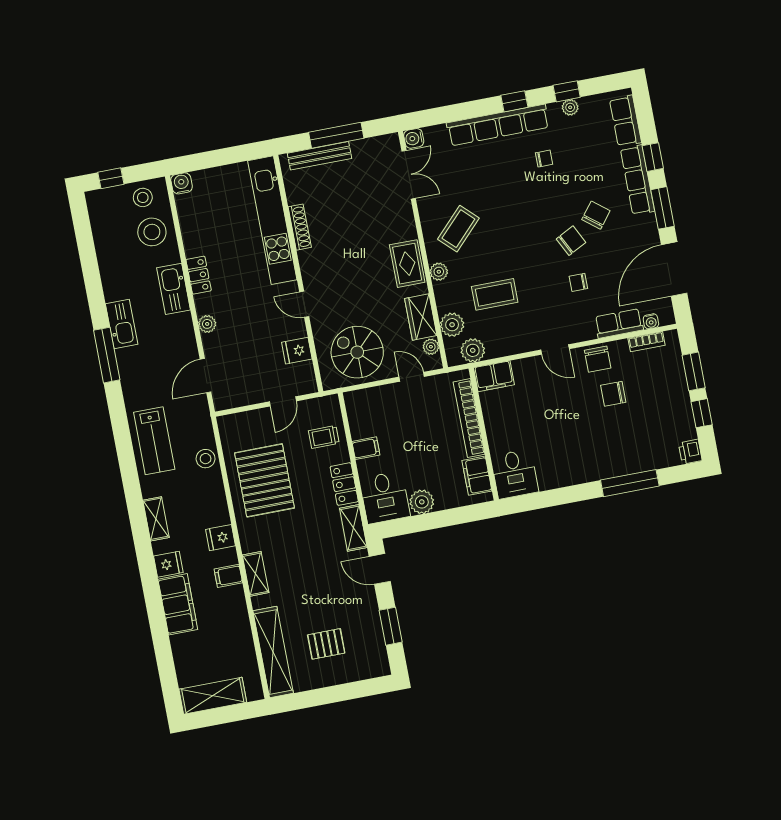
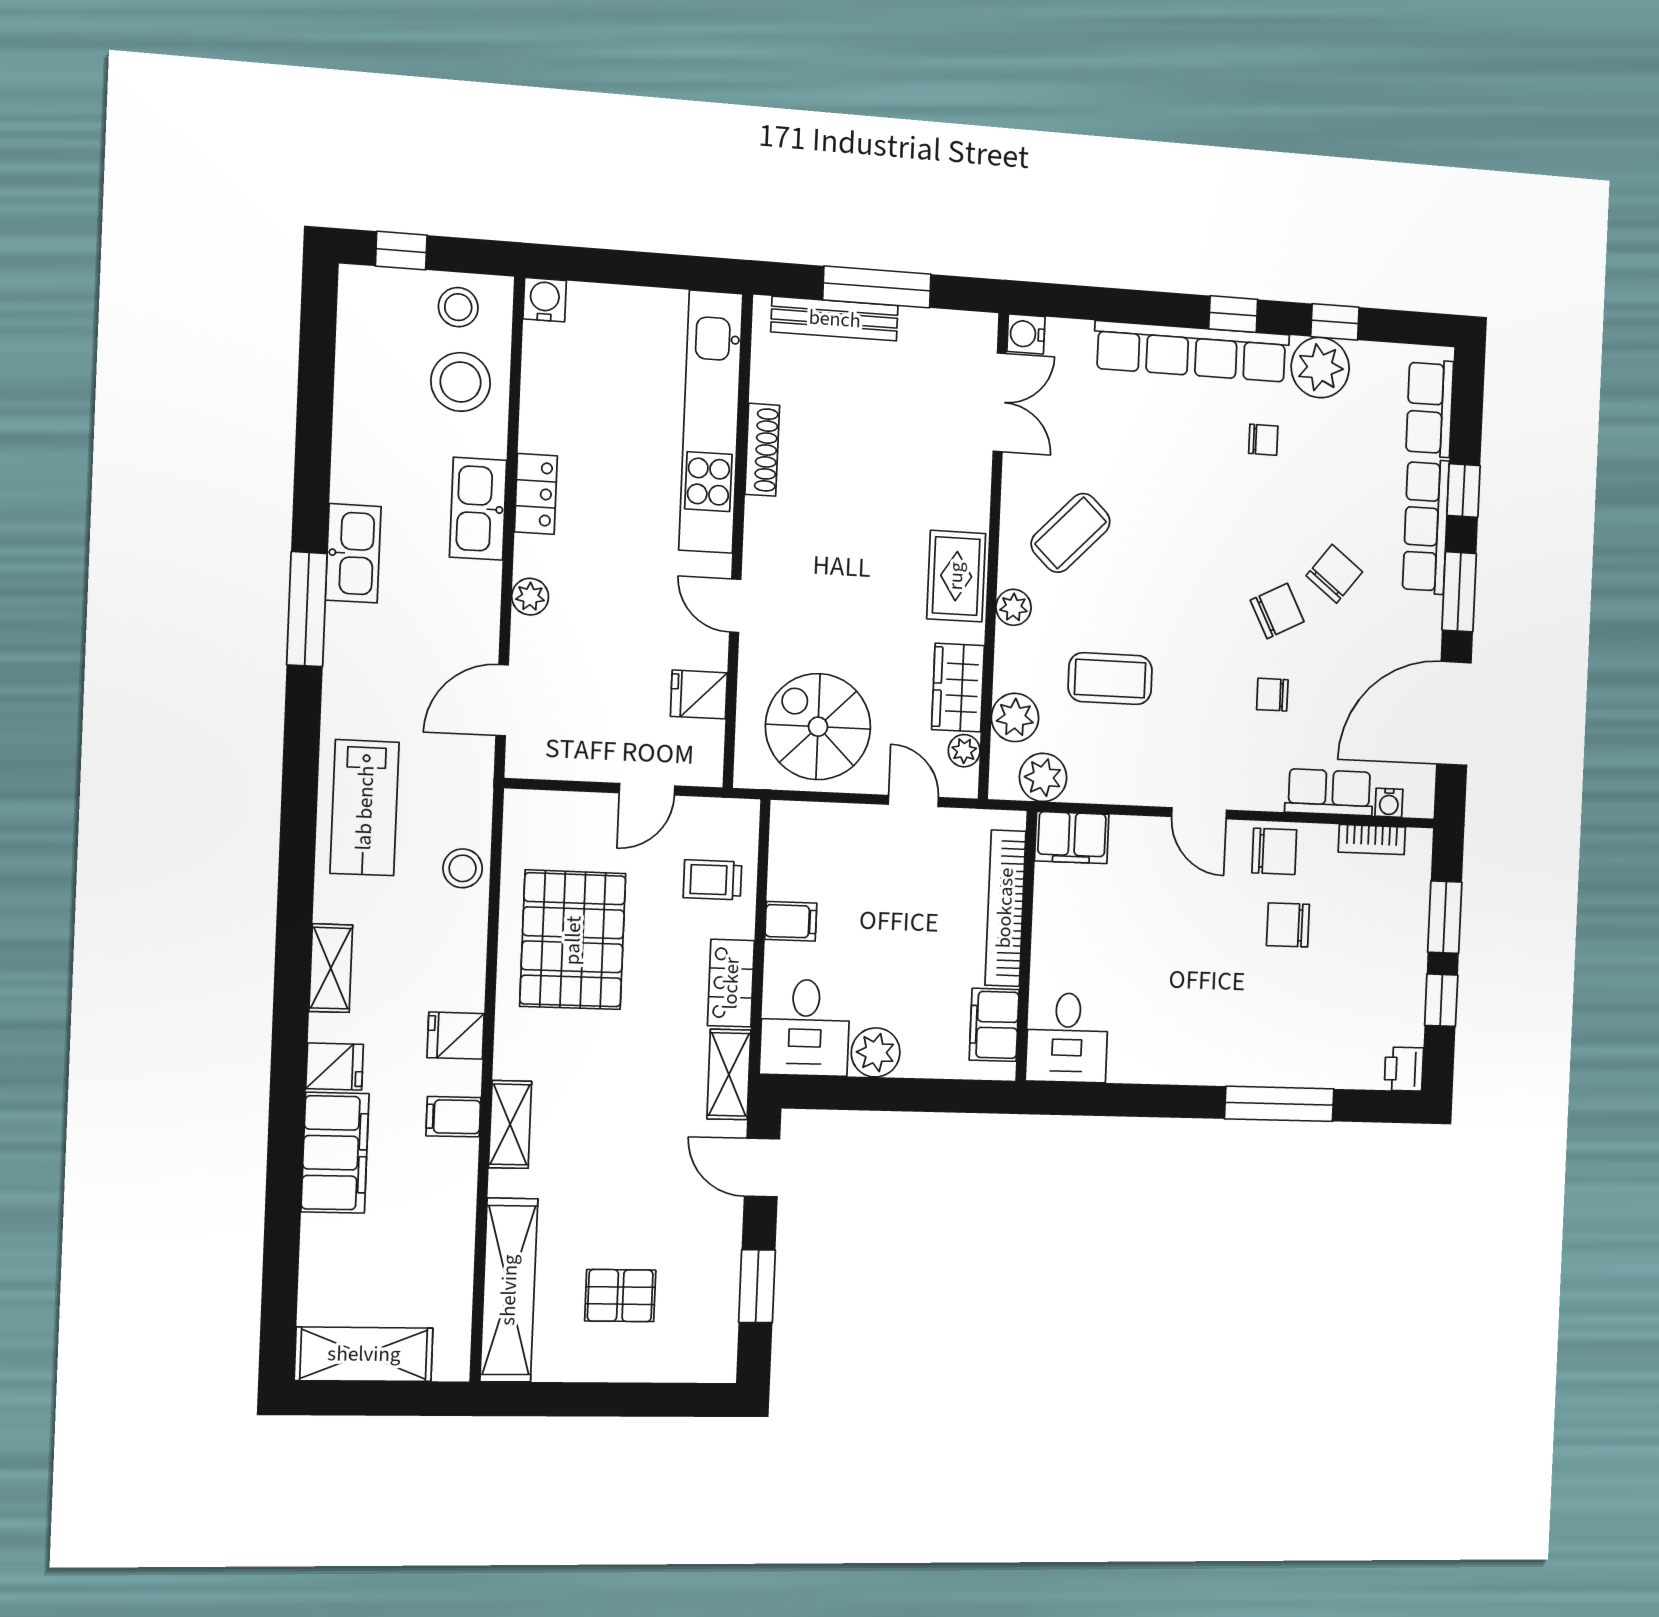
plant: (570, 107) -> (1320, 368), width x1.88, depth x1.88
chair: (598, 359) -> (1274, 851), turned -90

